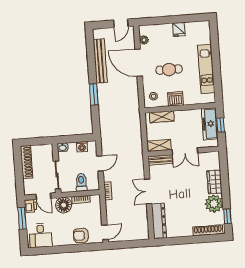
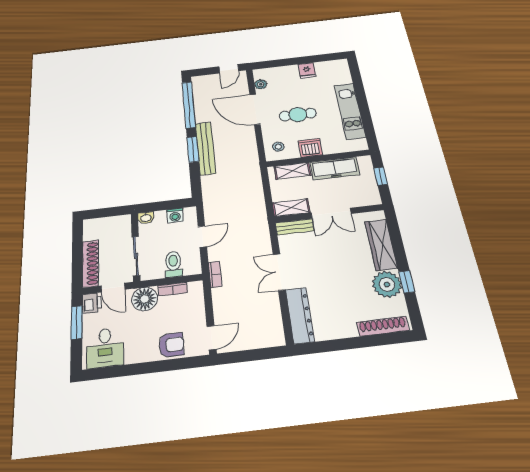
window: (91, 55) -> (189, 105), added
bench: (100, 61) -> (205, 148), moved
freezer: (210, 124) -> (335, 168), moved, turned -90
shoe rack: (27, 162) -> (90, 263), moved
wardrobe: (215, 182) -> (381, 245), width x1.50
window: (227, 216) -> (407, 282), moved
armchair: (81, 235) -> (171, 345), turned 180

